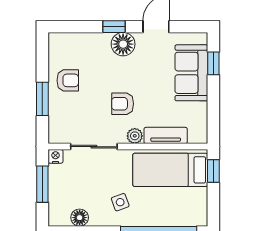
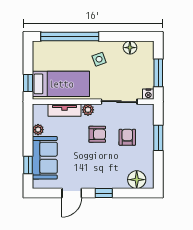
floor lamp: (123, 44) -> (137, 180), moved
armchair: (68, 80) -> (127, 137), moved, turned 90
plant: (200, 110) -> (38, 130), added

